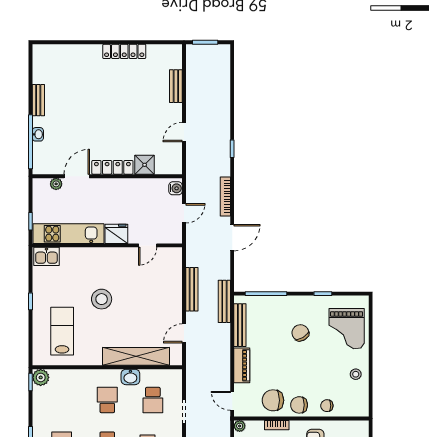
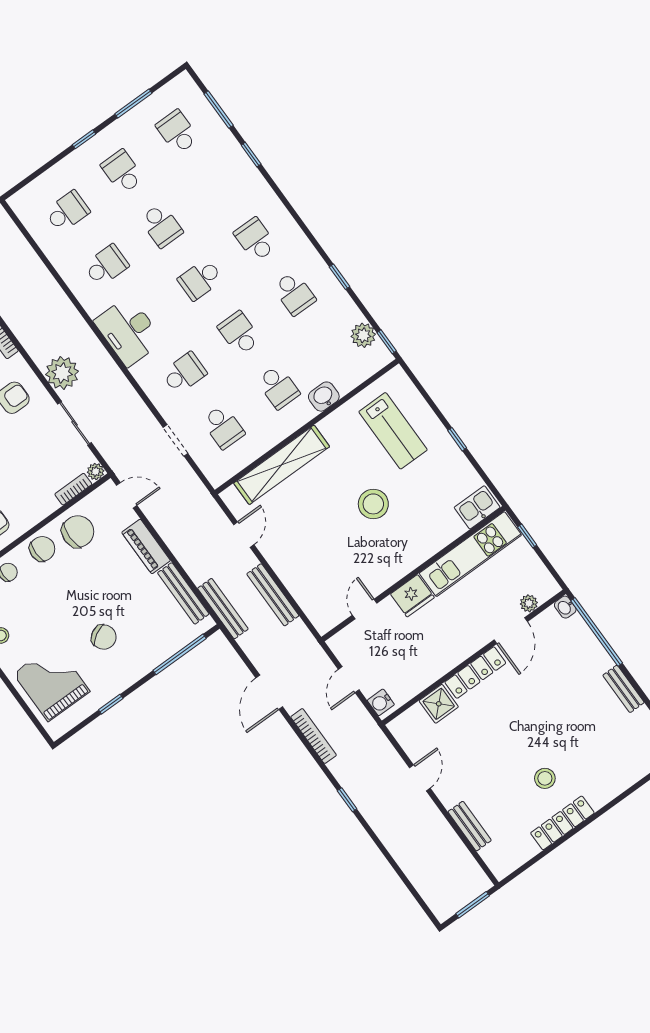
stool: (116, 82) -> (545, 778), added
washbasin: (38, 134) -> (565, 607), moved
plant: (41, 377) -> (363, 335), moved
washbasin: (130, 377) -> (324, 397), moved
school desk: (153, 400) -> (223, 427), turned 180
bookcase: (277, 425) -> (73, 489), moved

